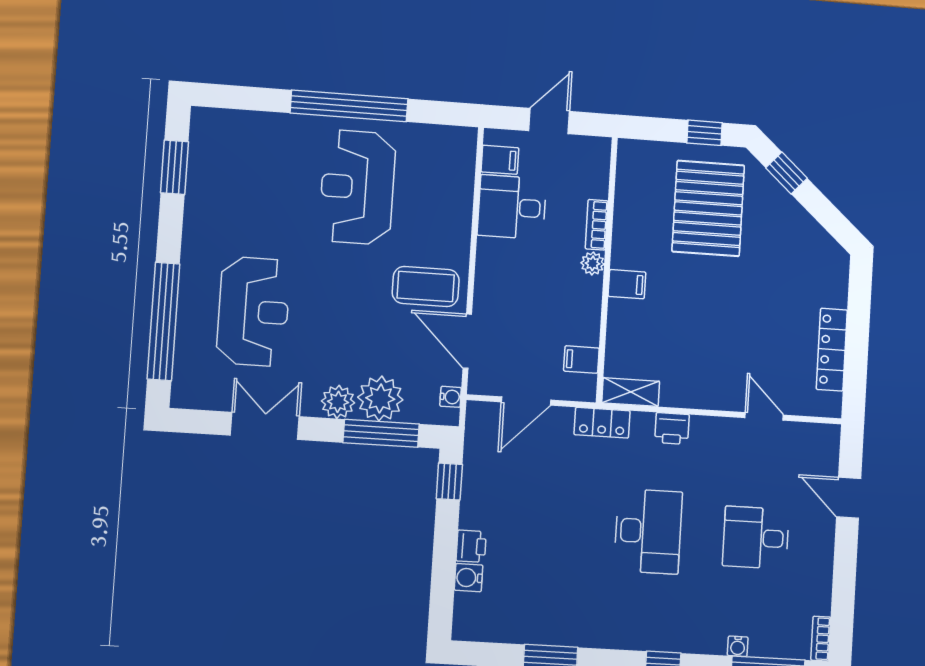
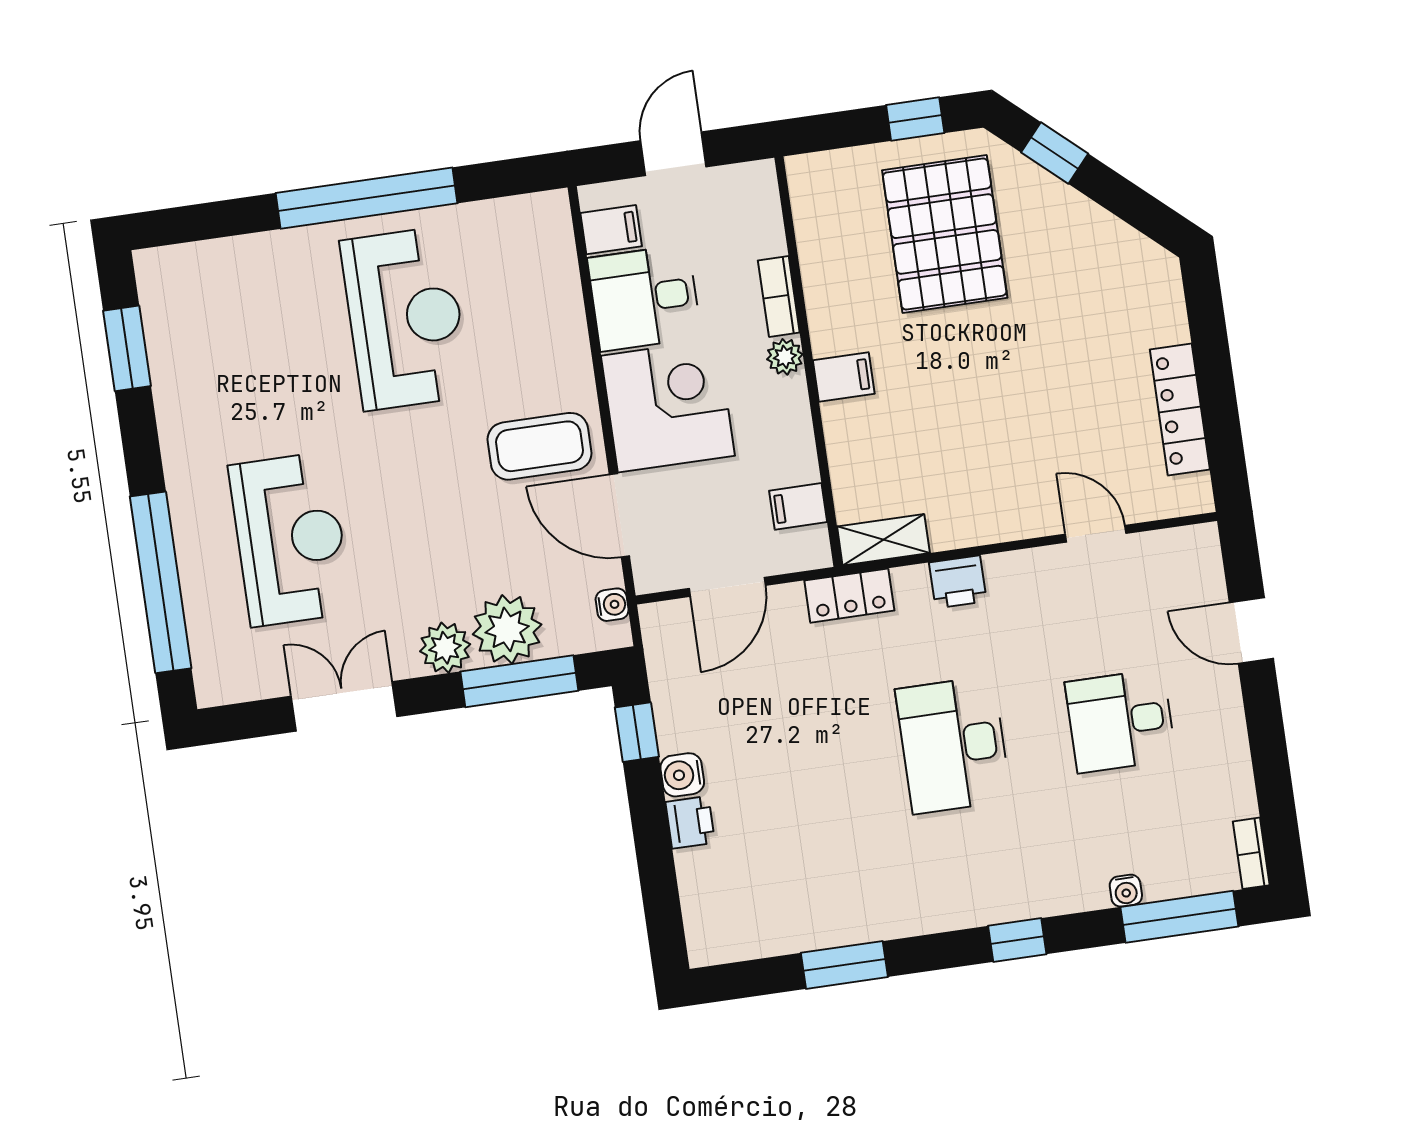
reception desk: (357, 187) -> (405, 318), turned 180
corner desk: (513, 278) -> (668, 406), added
desk: (648, 531) -> (953, 745), turned 180
water cooler: (469, 578) -> (682, 775), moved

